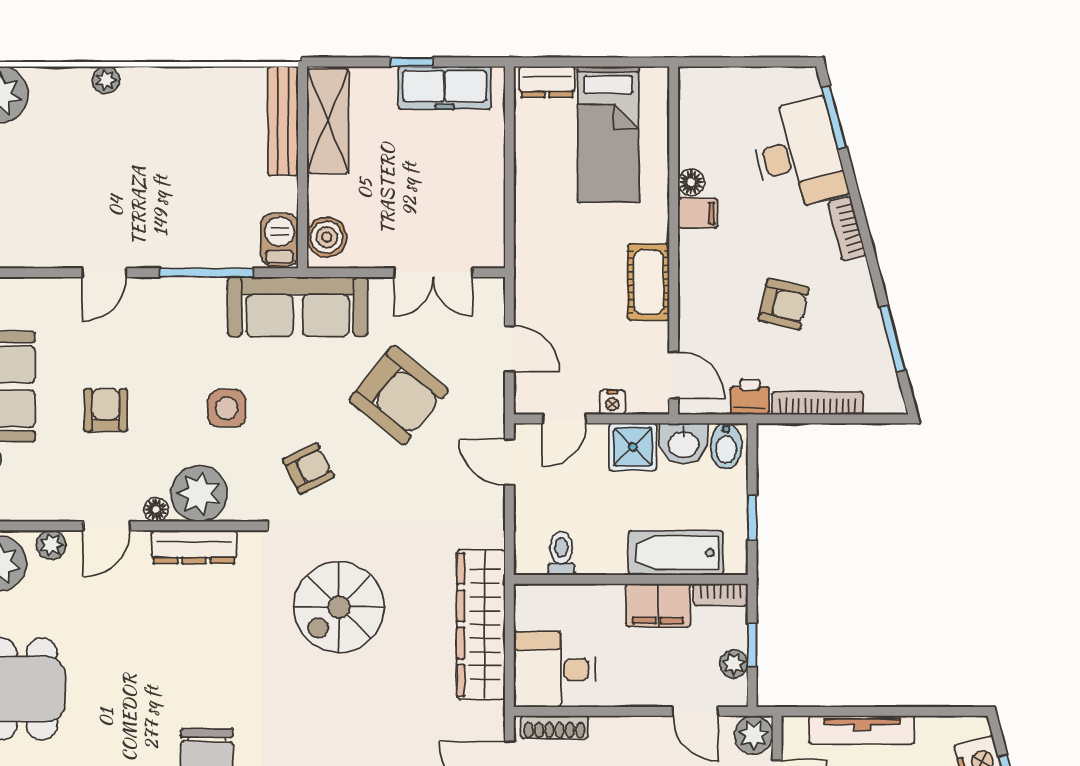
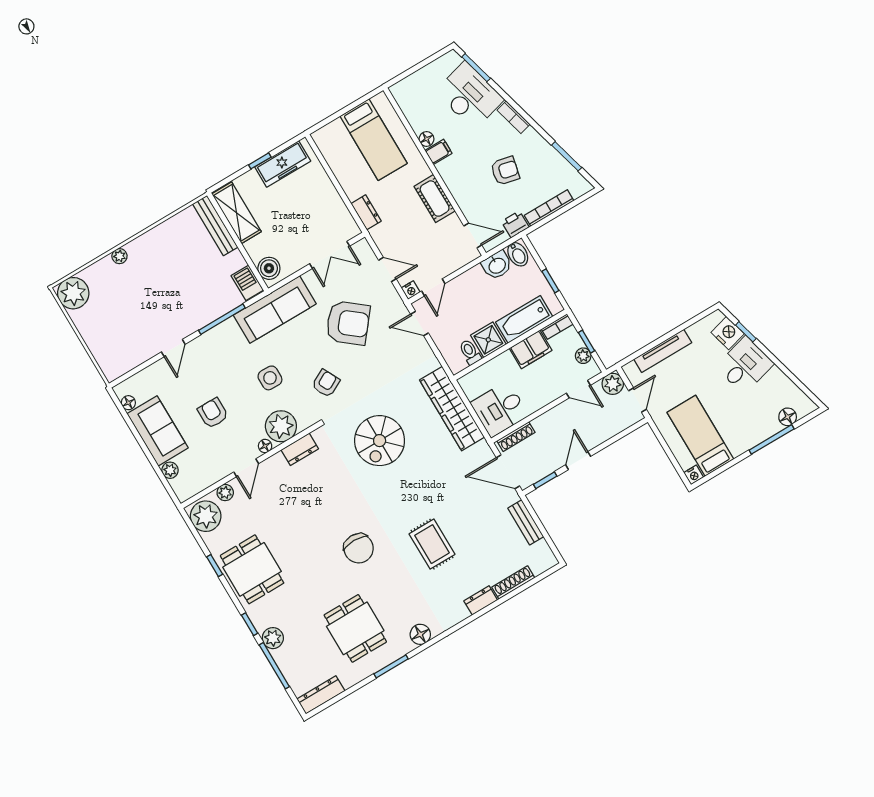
dresser: (547, 82) -> (366, 212), moved, turned -90
nightstand: (612, 402) -> (411, 290), moved
shower: (633, 447) -> (488, 340), moved
dresser: (194, 547) -> (300, 449), width x0.70

